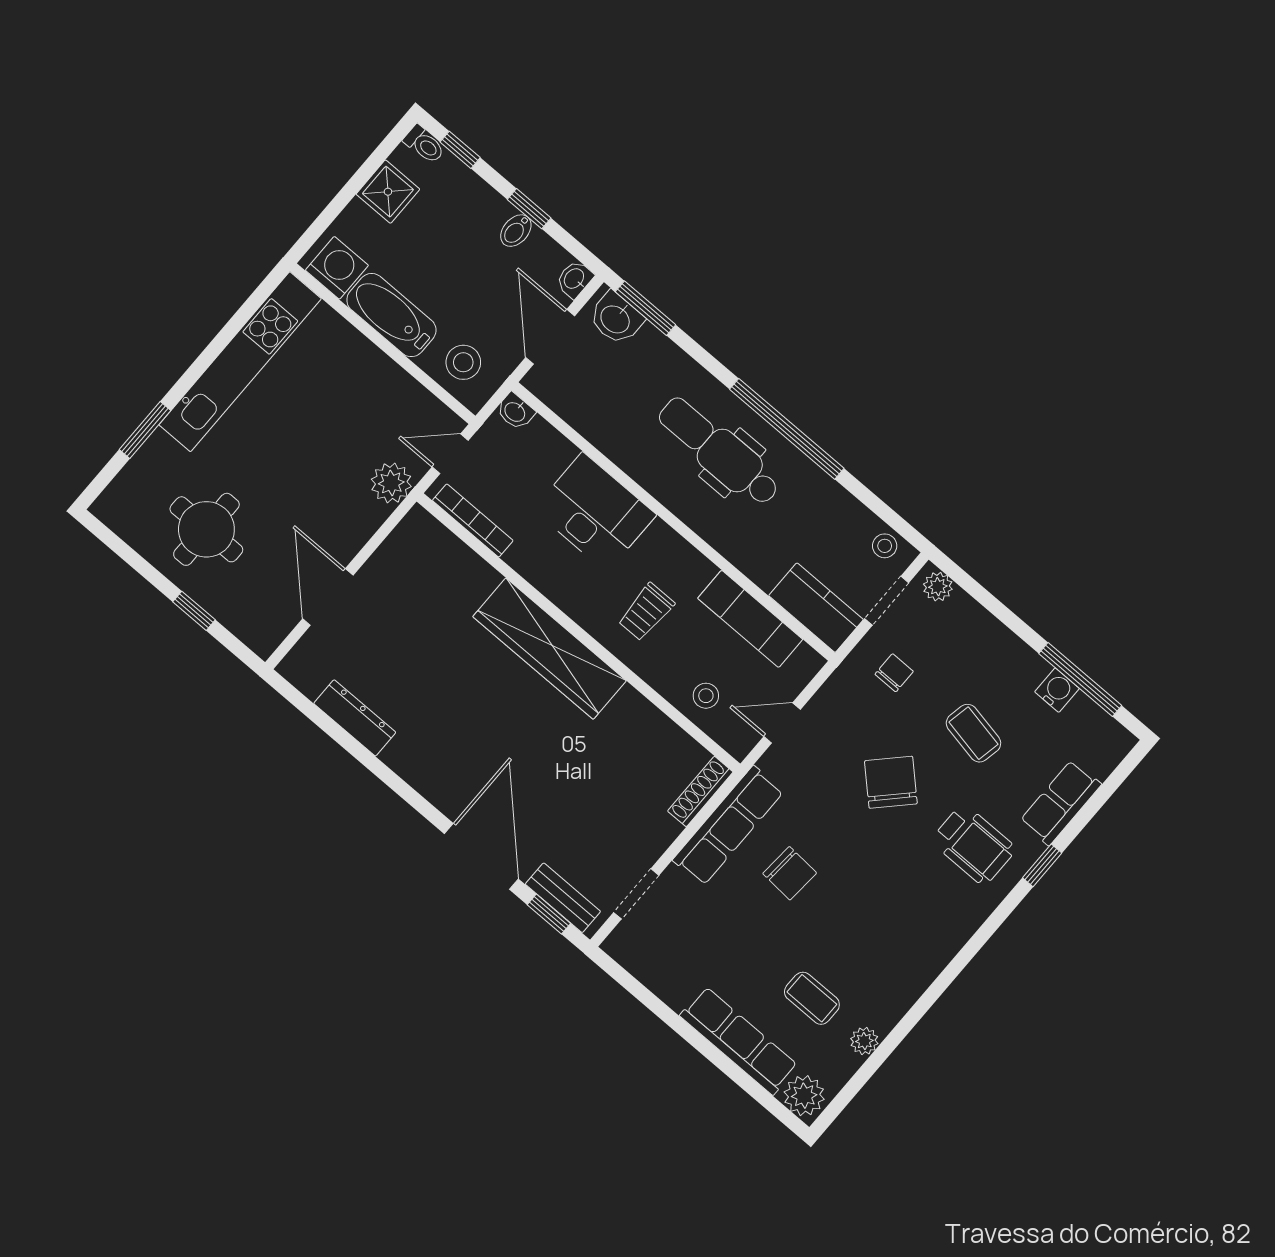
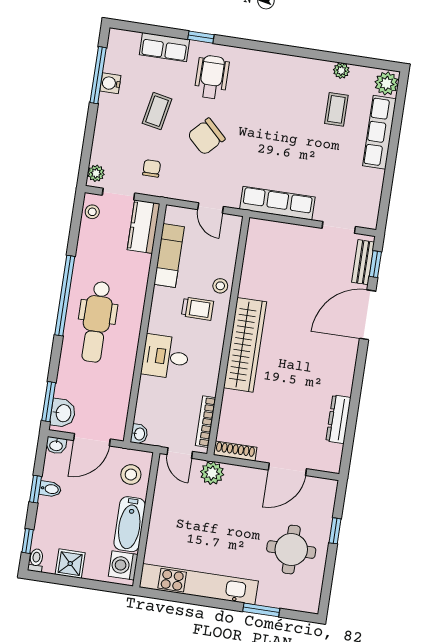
desk: (595, 512) -> (165, 357), width x0.73
chair: (894, 673) -> (152, 168), turned 90
stool: (706, 696) -> (220, 286), moved
shoe rack: (700, 791) -> (235, 451), moved, turned 180
chair: (790, 873) -> (282, 158), removed

